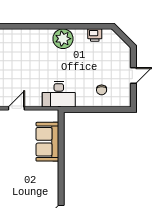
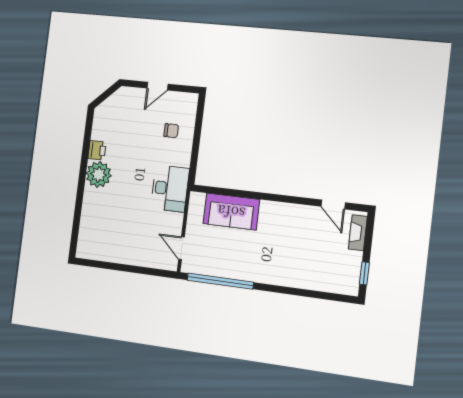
printer: (95, 35) -> (97, 150), moved
door: (133, 75) -> (158, 86), swing flipped

